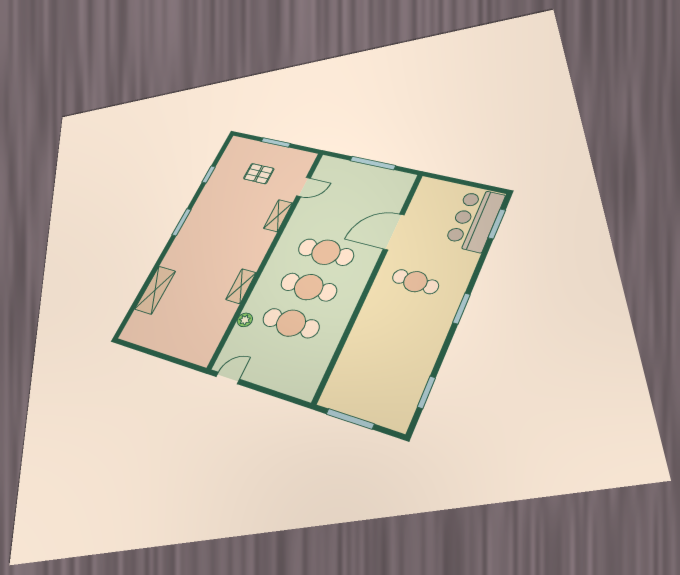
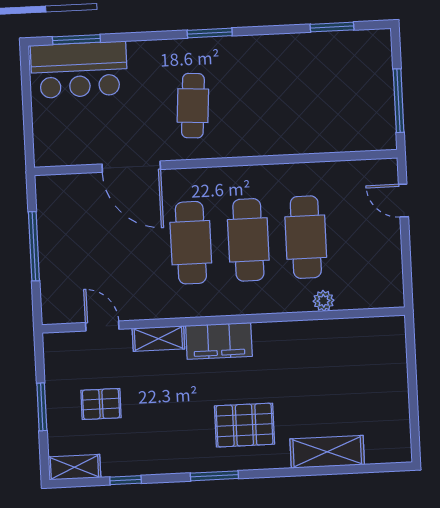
pallet: (259, 174) -> (101, 404), turned 90
pallet: (199, 248) -> (244, 425), added
filing cabinet: (257, 249) -> (219, 341), added
shelving: (241, 286) -> (74, 467), moved
door: (228, 378) -> (403, 200), moved

